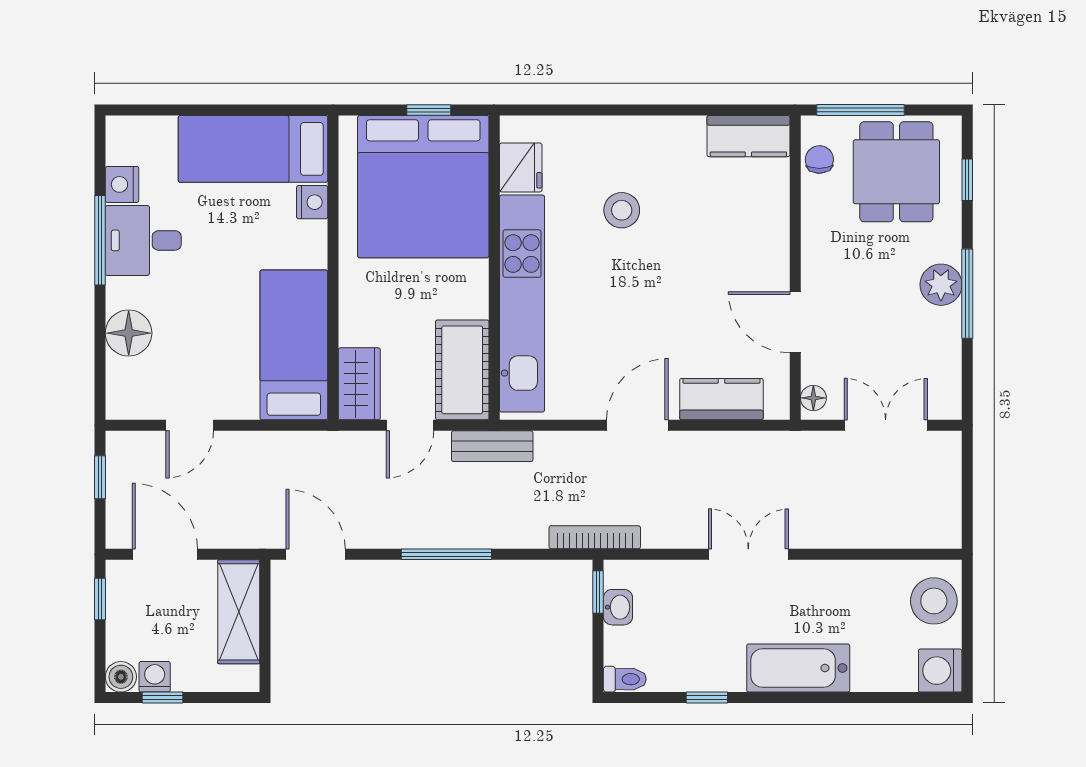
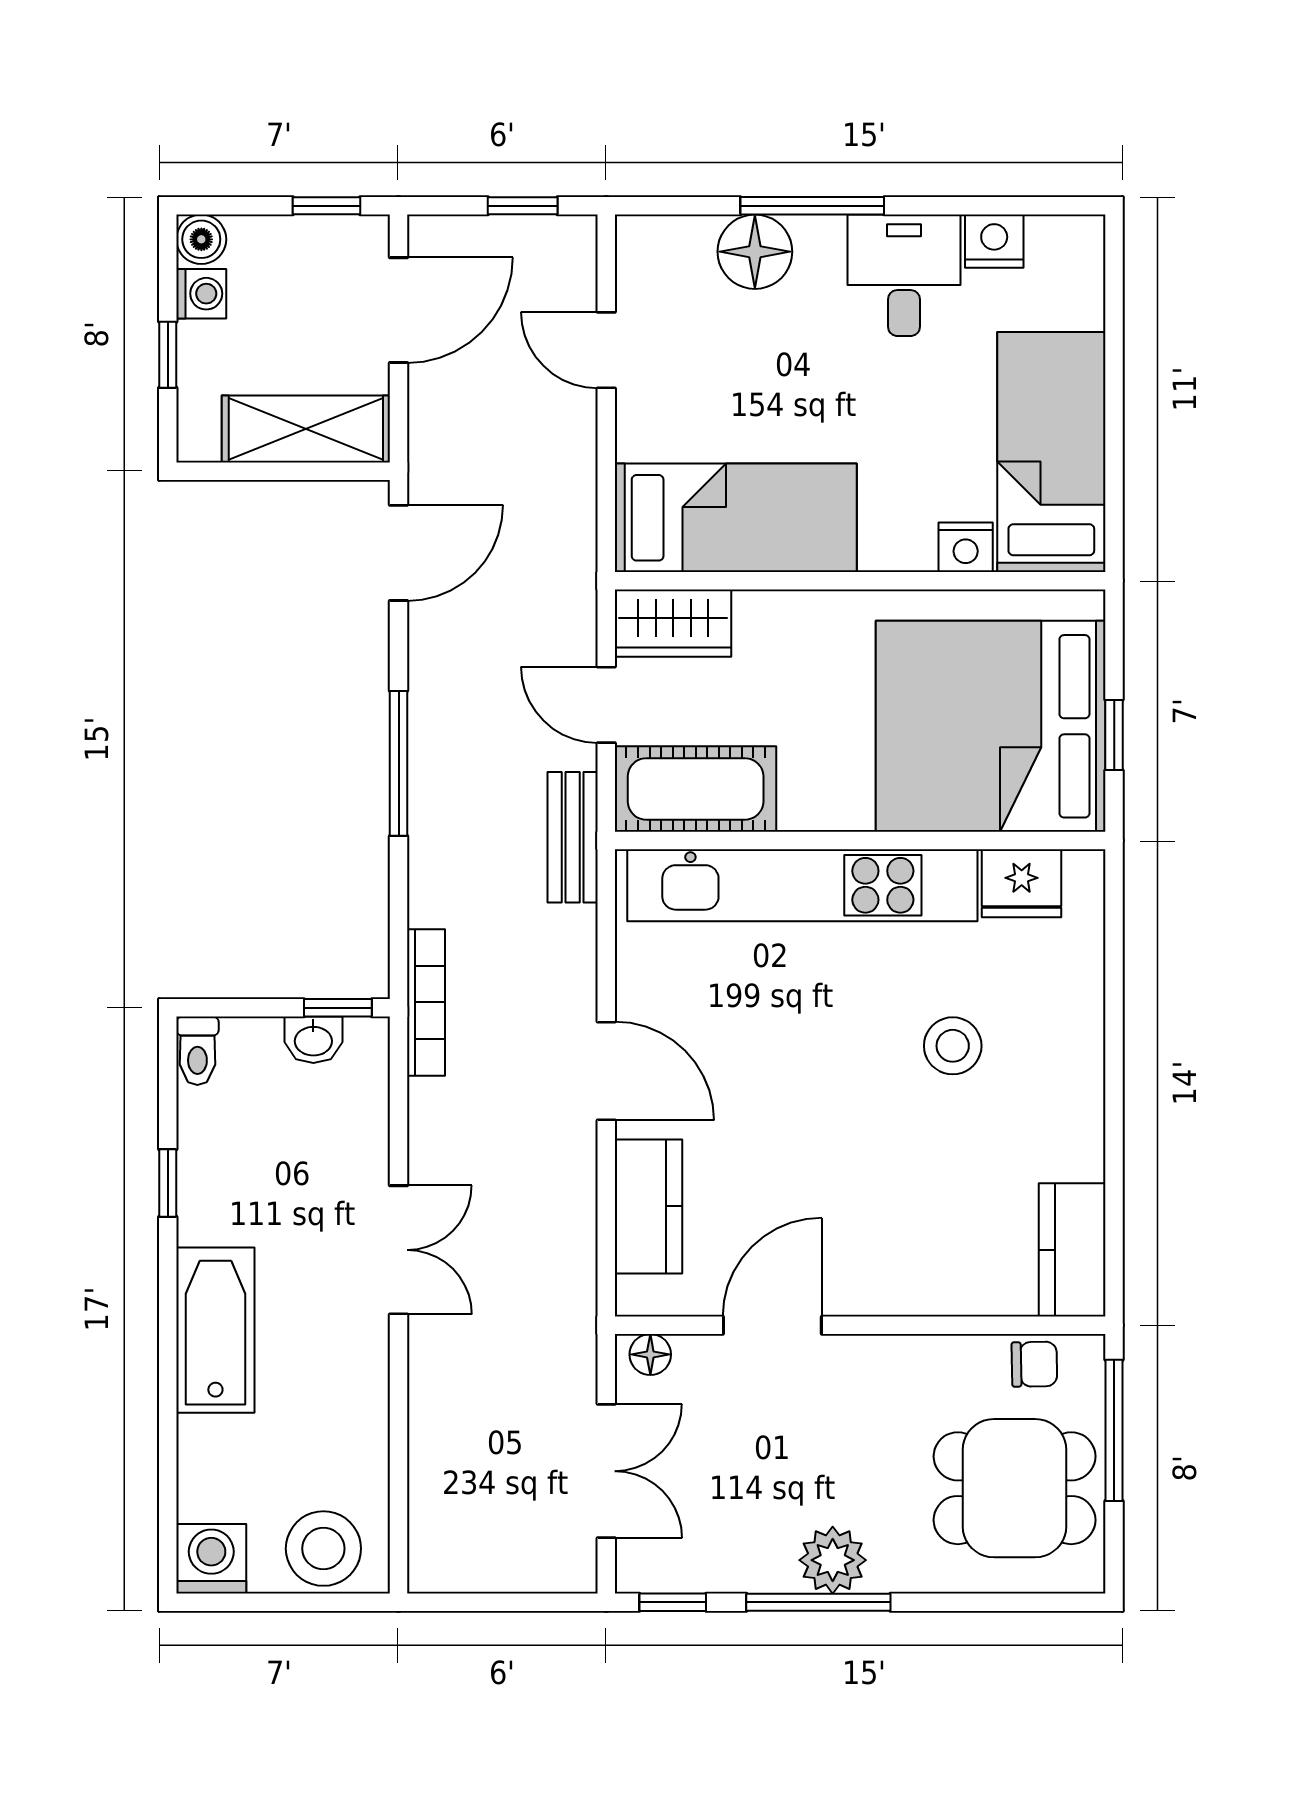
window: (967, 180) -> (673, 1602), moved
window: (100, 240) -> (812, 206), moved
window: (163, 698) -> (168, 355), moved

